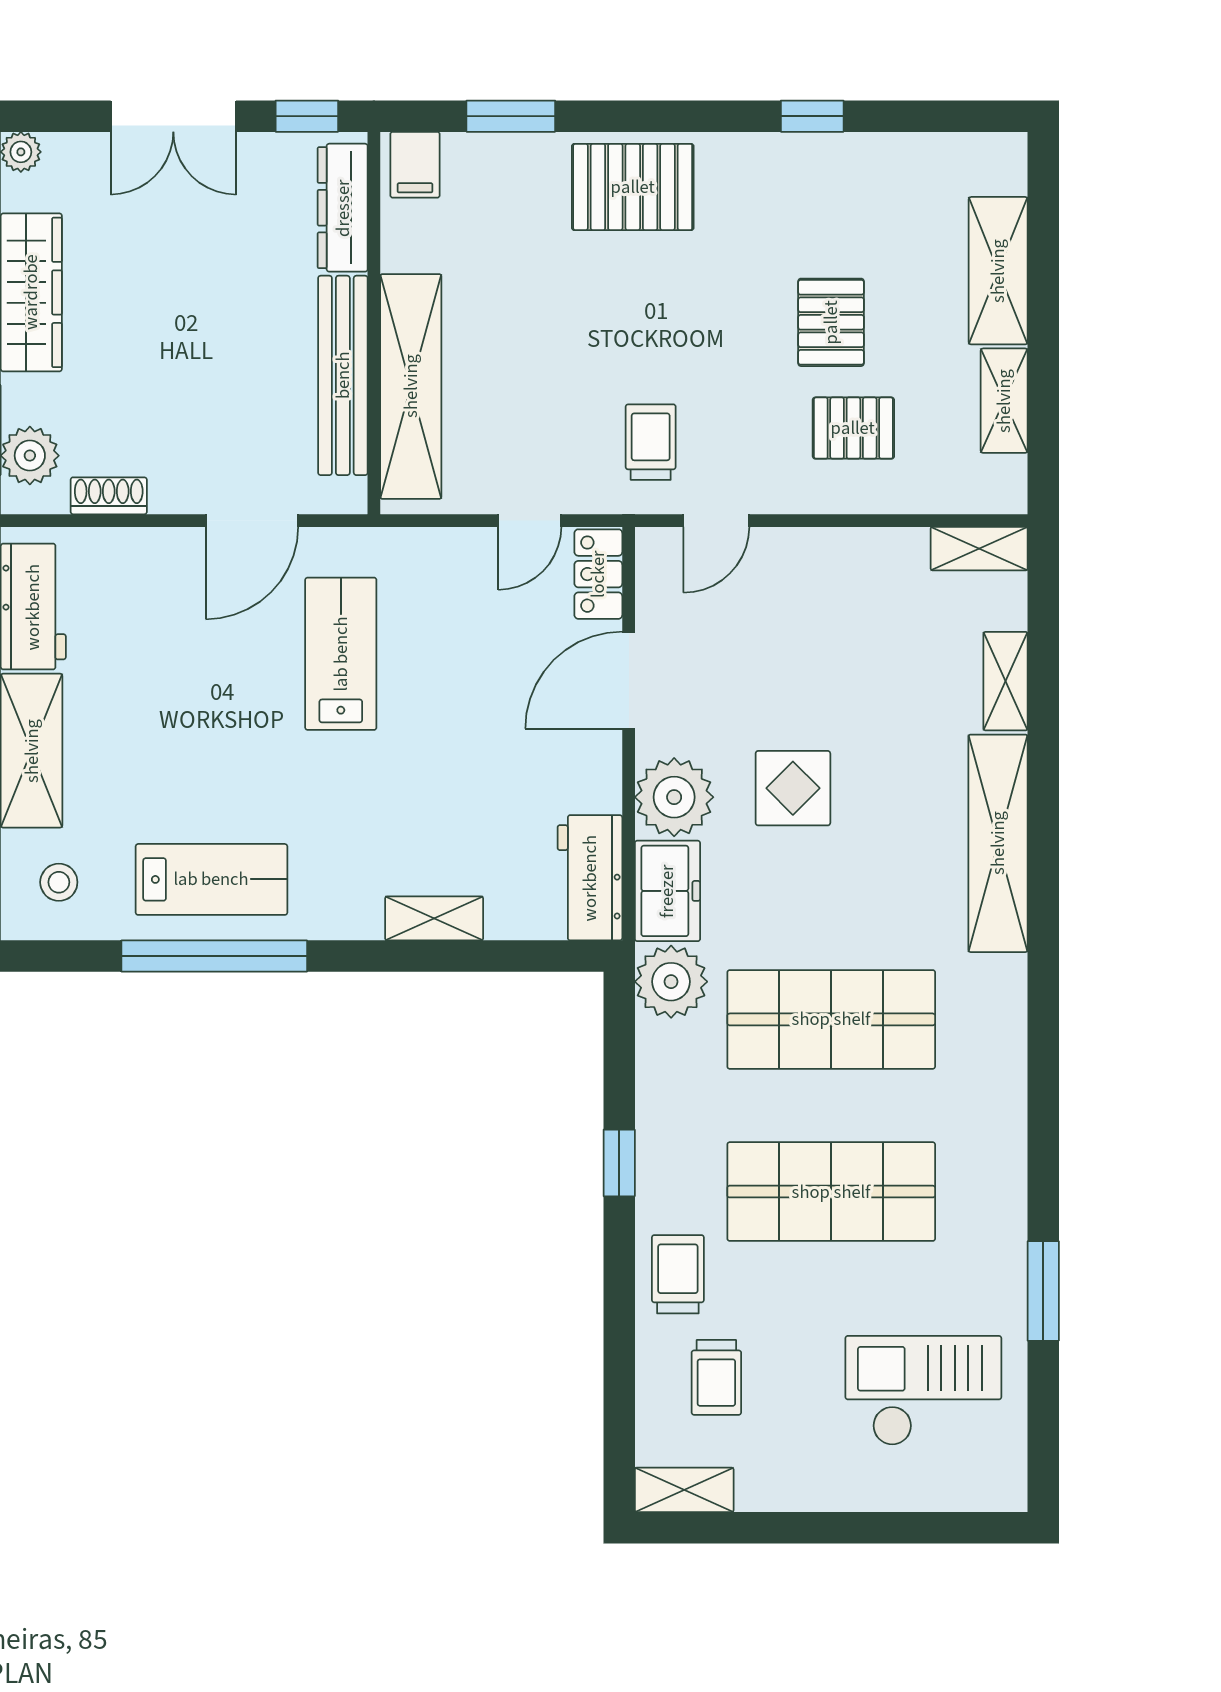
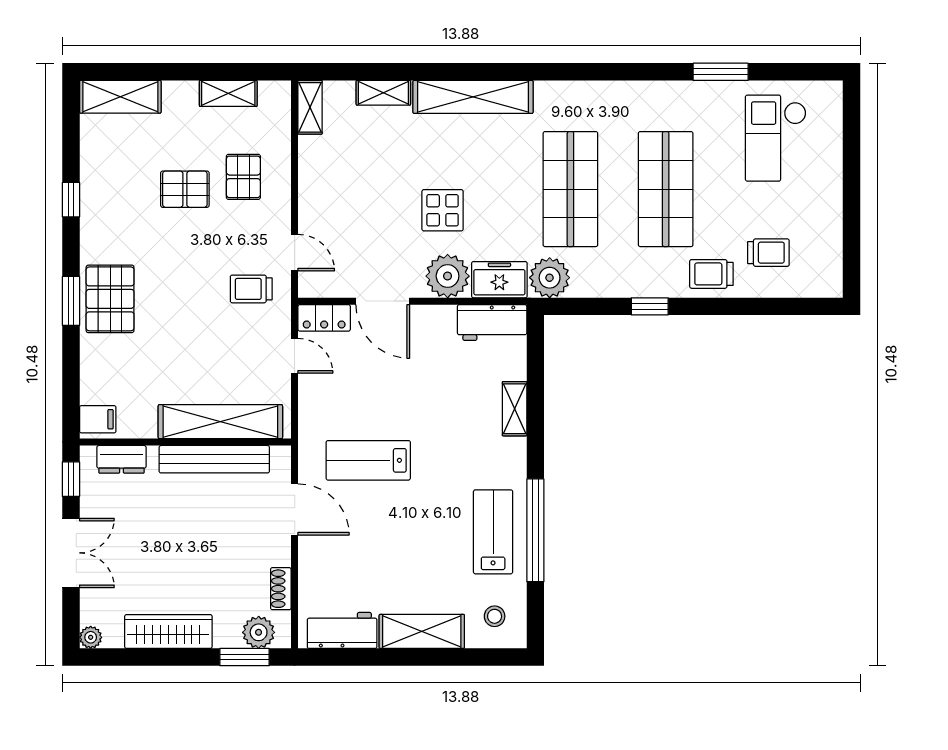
window: (511, 116) -> (71, 301), moved
dresser: (343, 208) -> (121, 459), width x0.70
shelving: (998, 271) -> (120, 97), moved
shelving: (684, 1490) -> (831, 270), removed

